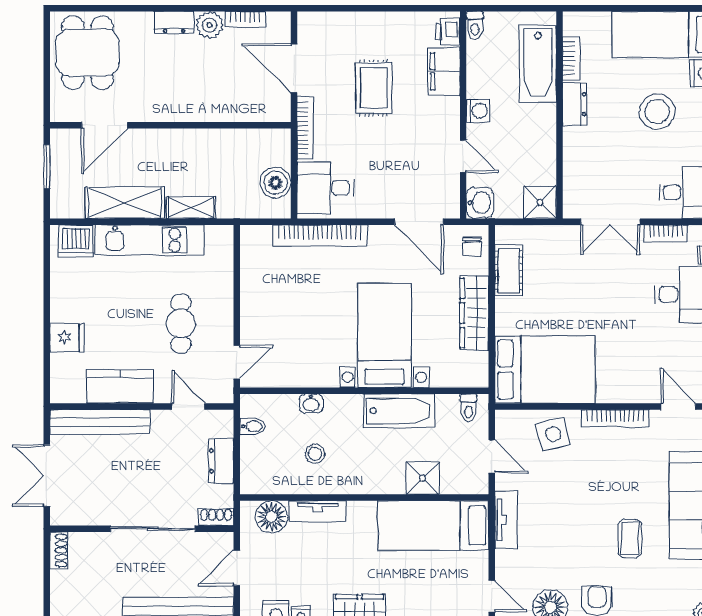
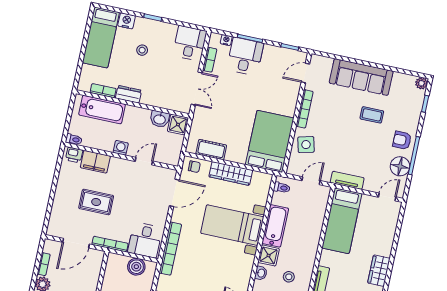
stool: (657, 112) -> (142, 50), width x0.53, depth x0.53
washbasin: (480, 203) -> (160, 119), moved, turned 180
shower: (422, 478) -> (269, 255), moved

